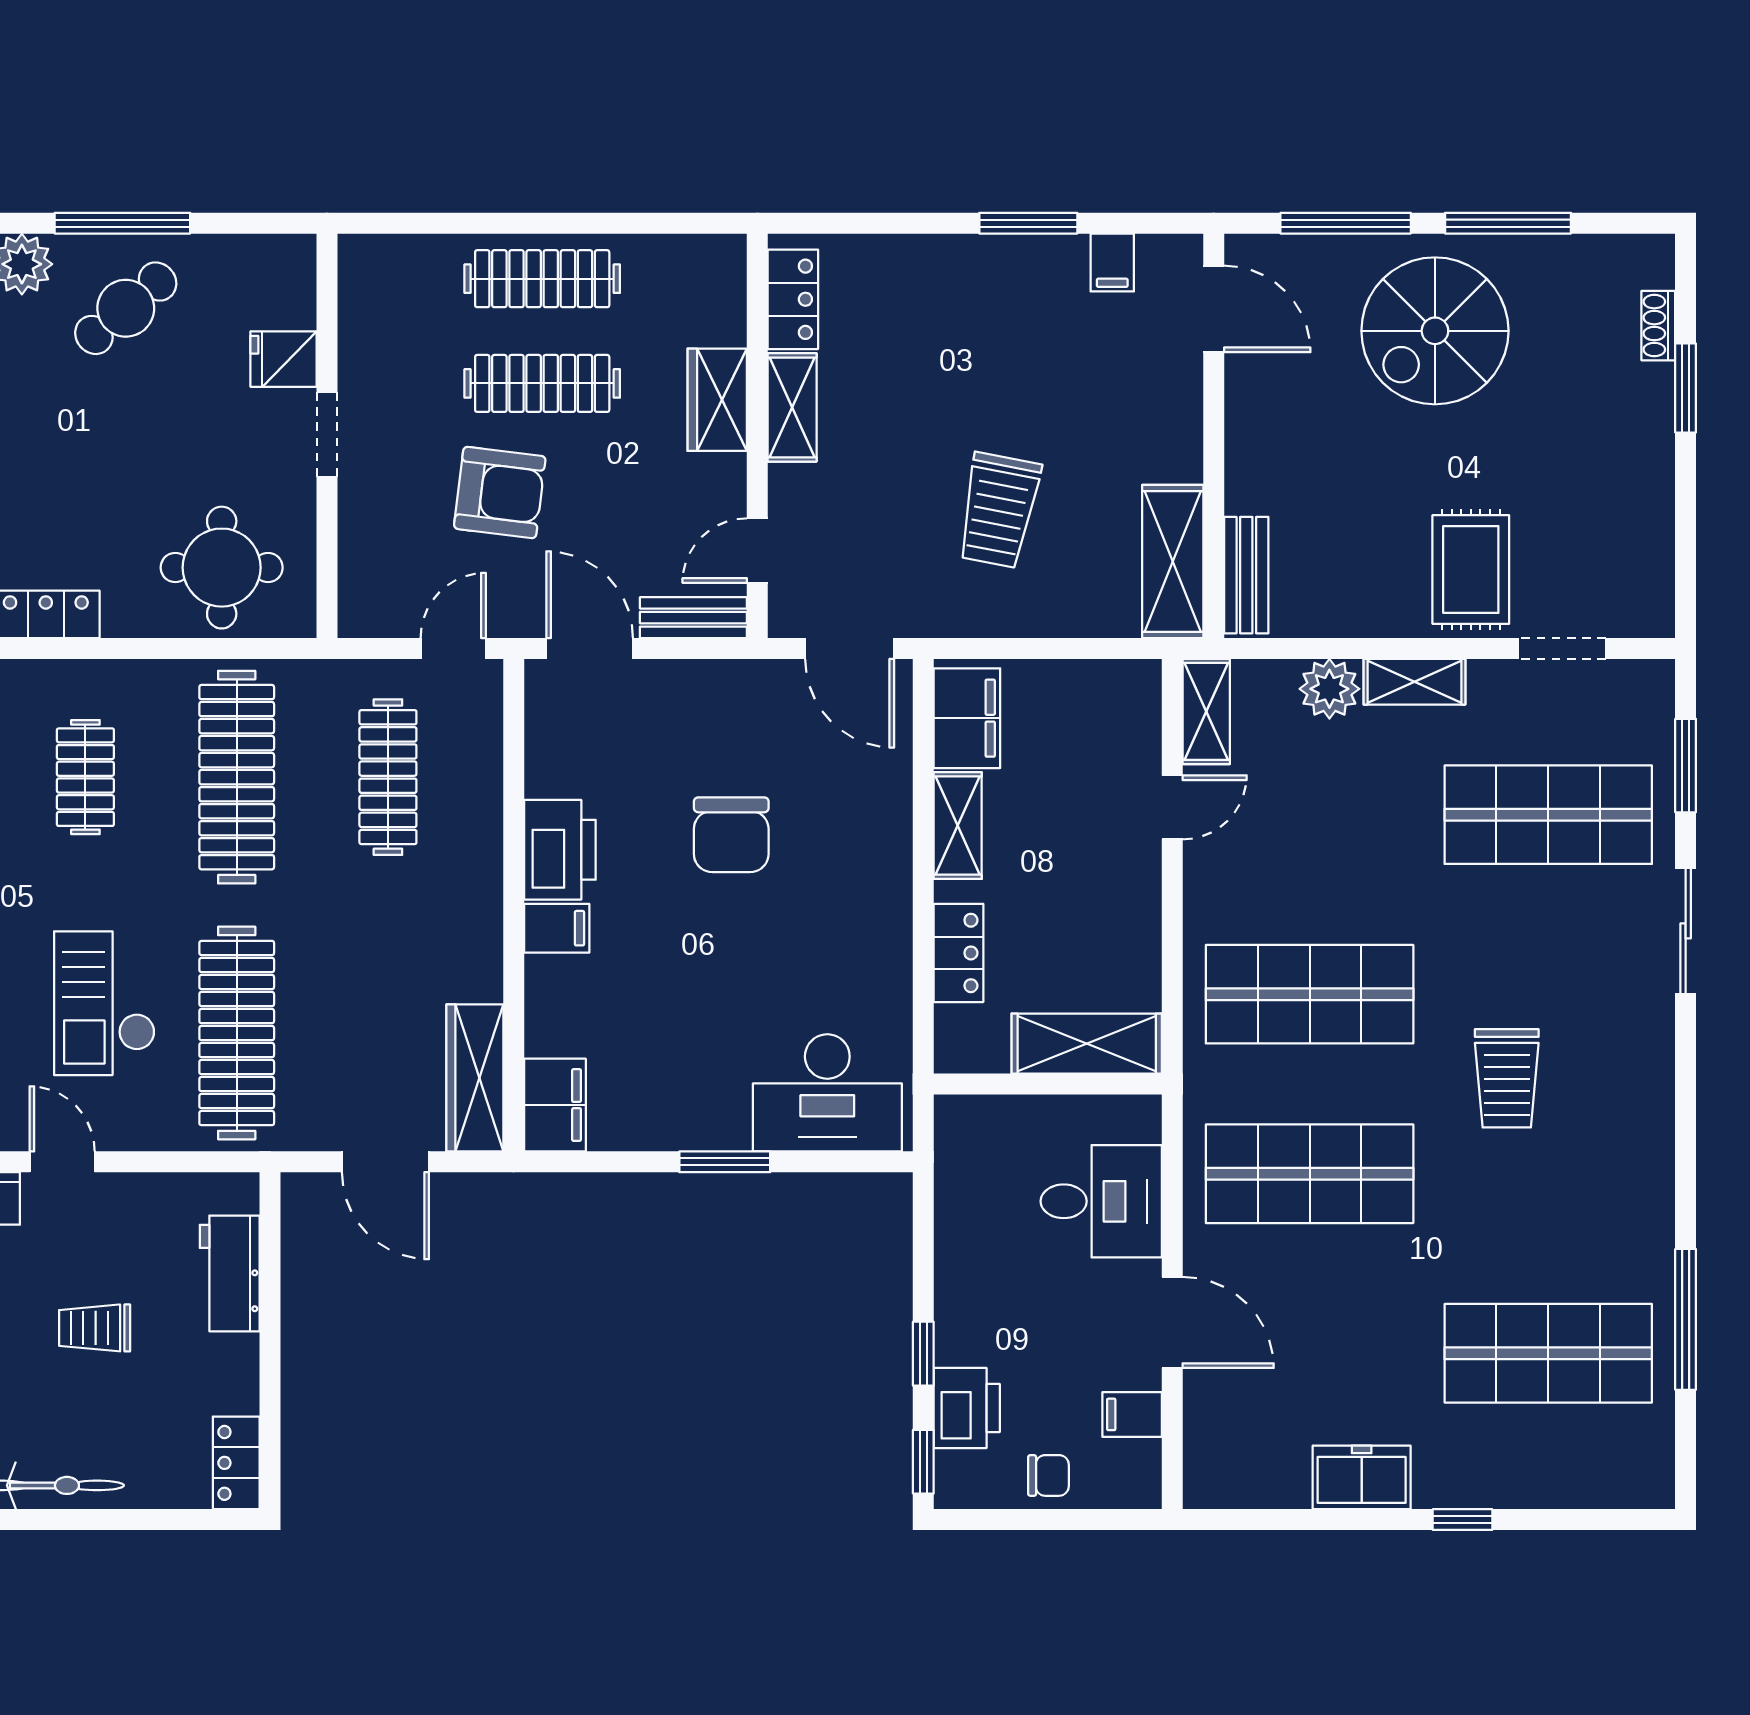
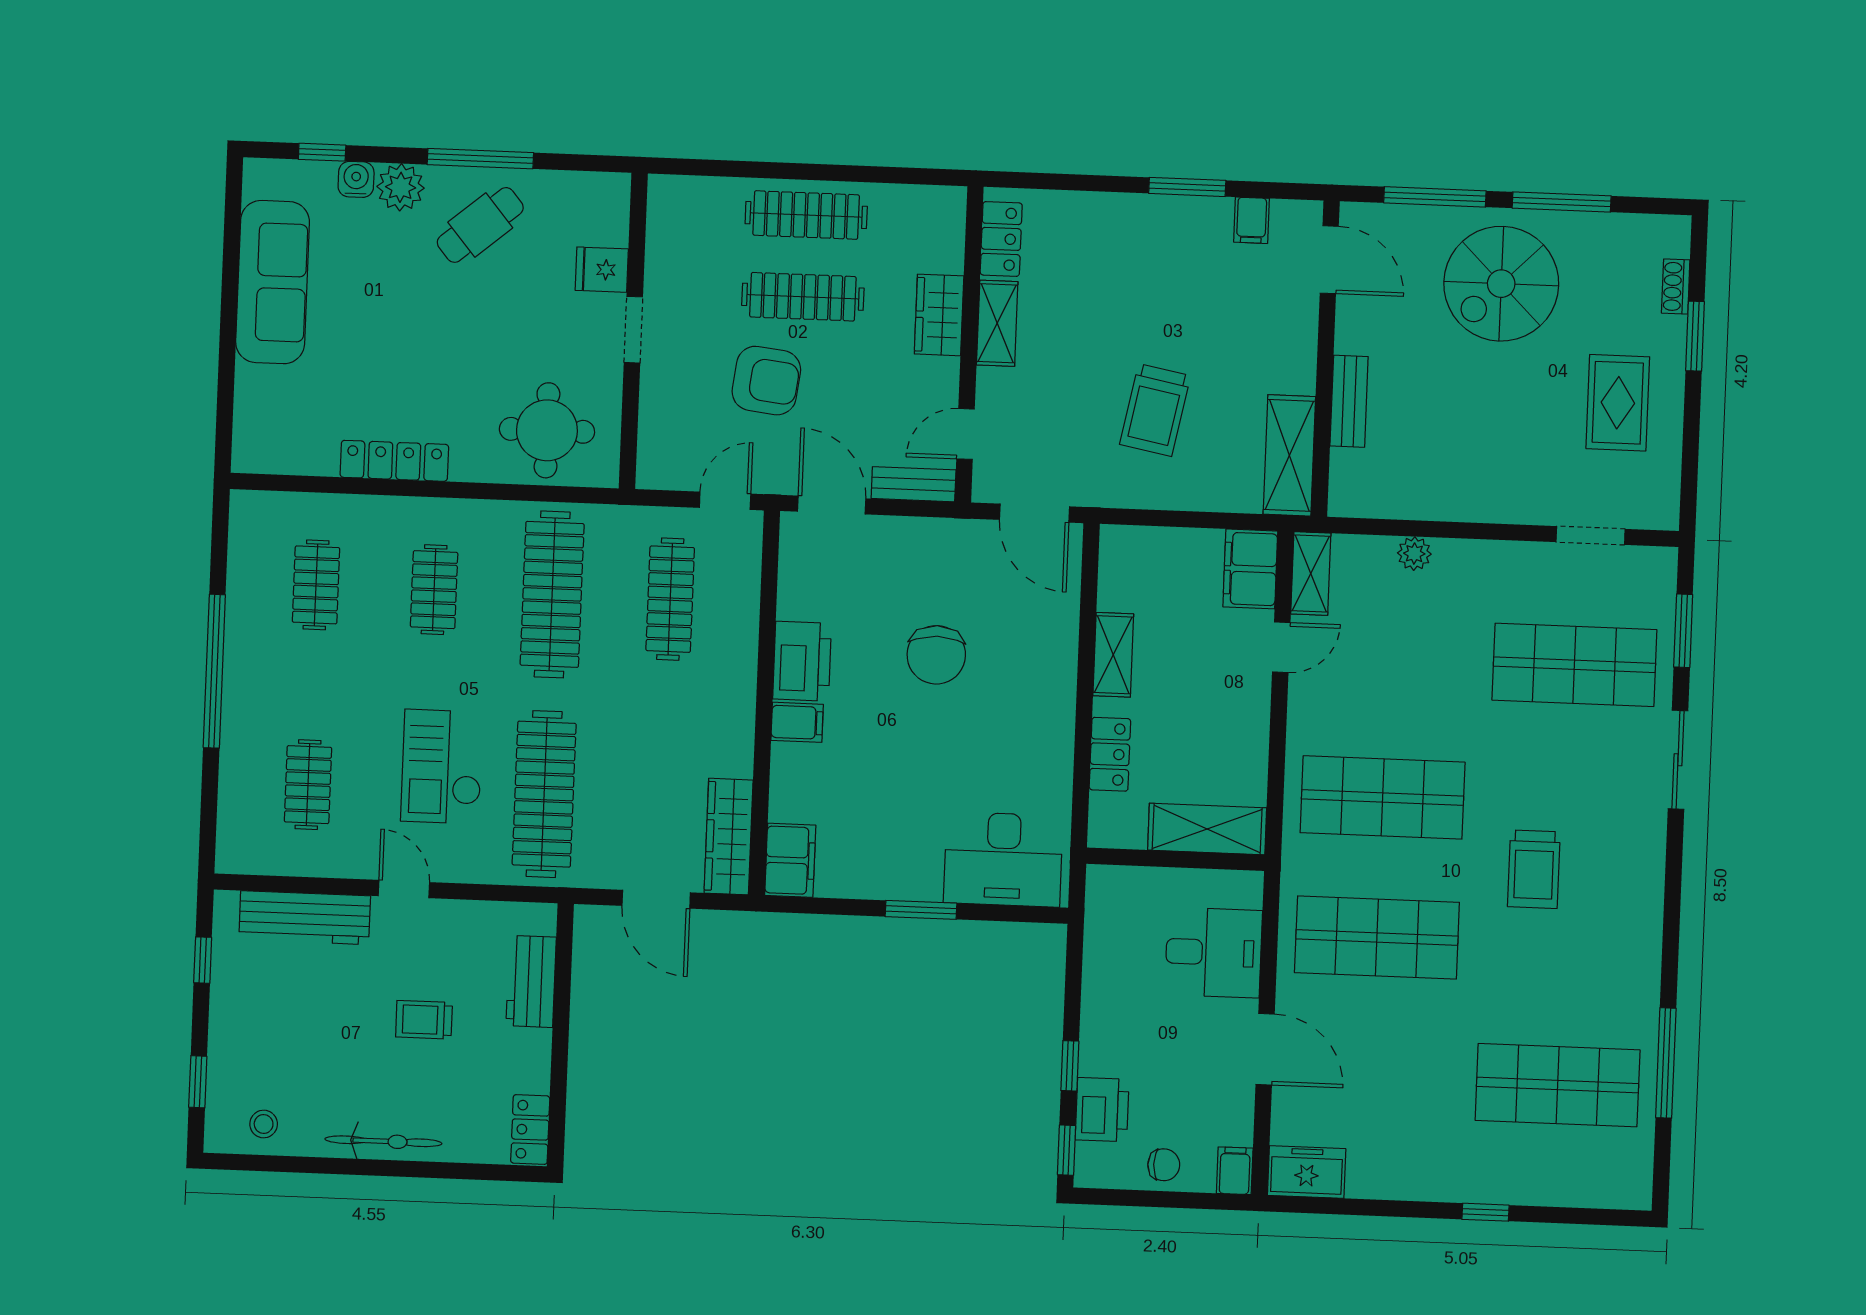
rug: (1471, 570) -> (1618, 403), moved
bench: (1246, 575) -> (1349, 401), moved
shelving: (1414, 682) -> (1474, 557), removed
plant: (1329, 689) -> (1414, 554), width x0.73, depth x0.73
filing cabinet: (967, 718) -> (1250, 569), moved, turned 180
filing cabinet: (1132, 1414) -> (1235, 1171), moved, turned 90
freezer: (1362, 1477) -> (1307, 1172), moved

